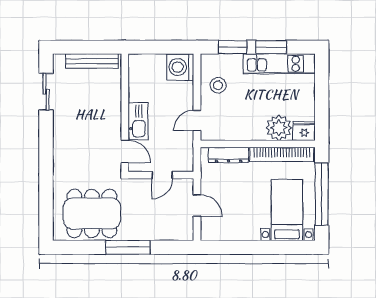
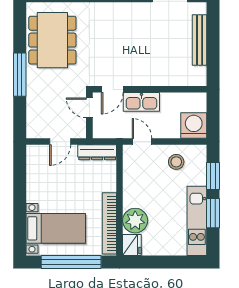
wall: (125, 113) -> (150, 89), moved
kitchen sink: (138, 121) -> (141, 102), moved
door: (125, 151) -> (112, 89), moved
dresser: (229, 155) -> (97, 152), moved, turned -90

